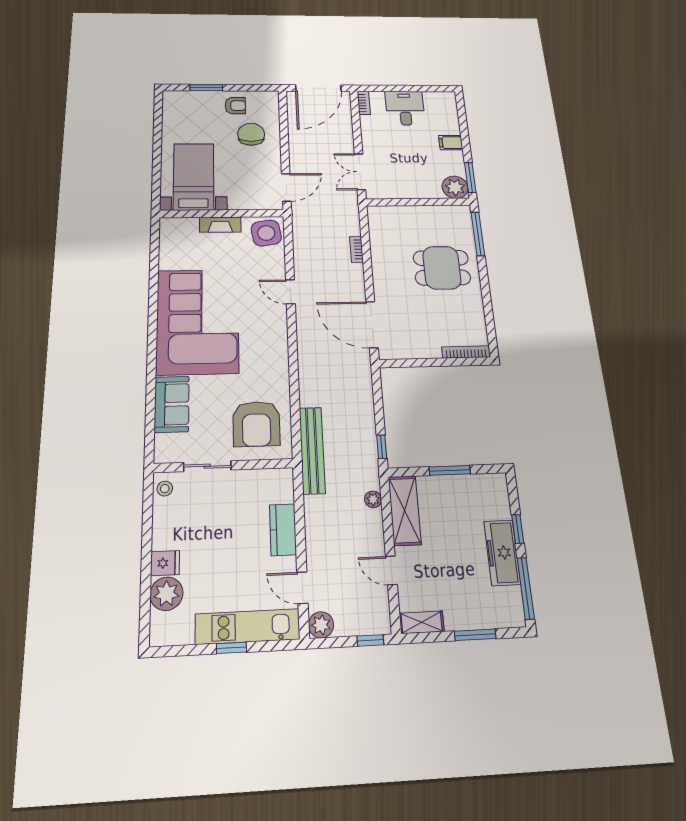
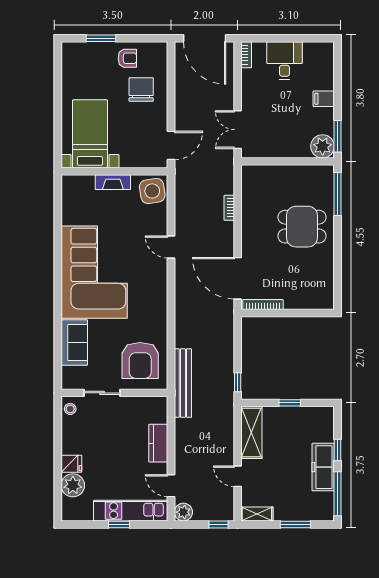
door: (318, 88) -> (205, 38), hinge flipped
bookcase: (466, 352) -> (263, 304), moved
window: (450, 470) -> (290, 403), width x0.67
plant: (373, 499) -> (228, 423), removed

